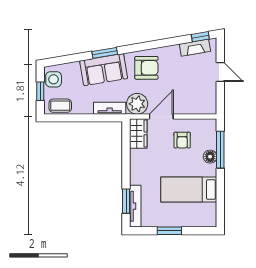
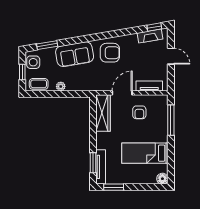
window: (105, 53) -> (47, 45), moved
plant: (137, 104) -> (61, 86), moved, width x0.53, depth x0.53
tv unit: (110, 108) -> (149, 86), moved
wardrobe: (138, 133) -> (103, 113), width x1.50
floor lamp: (210, 157) -> (162, 179), moved
window: (169, 231) -> (114, 187), moved

